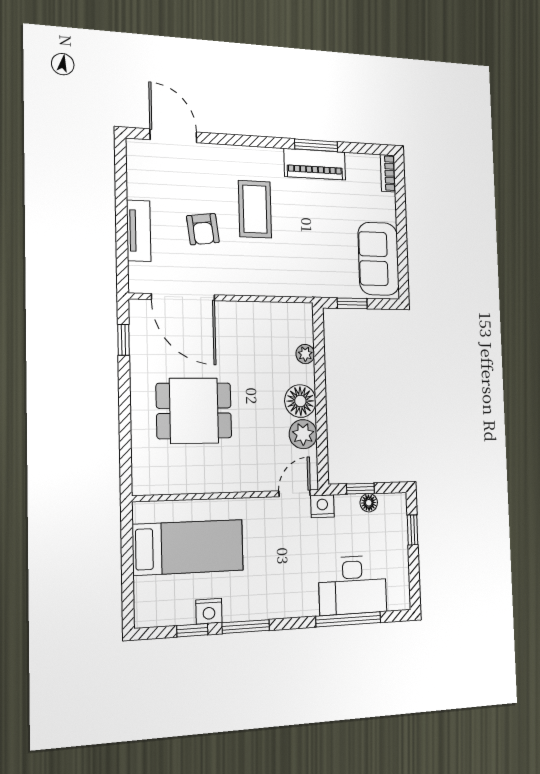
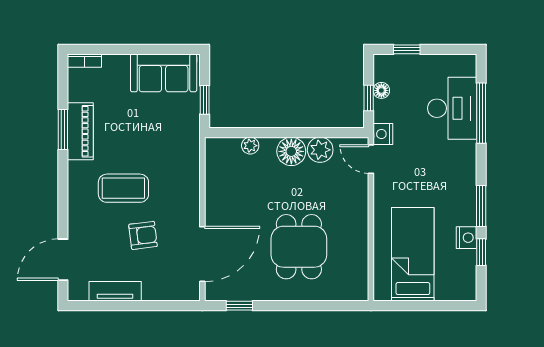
tv unit: (139, 231) -> (115, 291), moved

